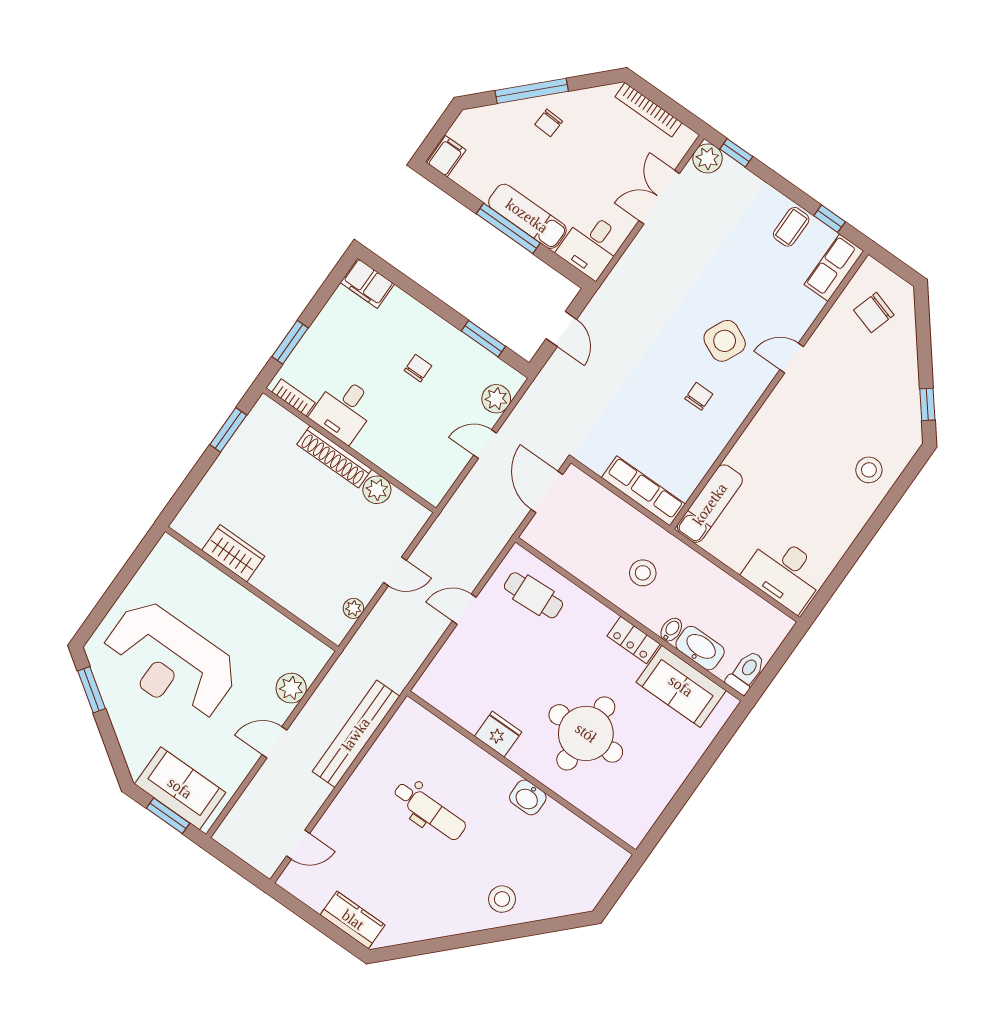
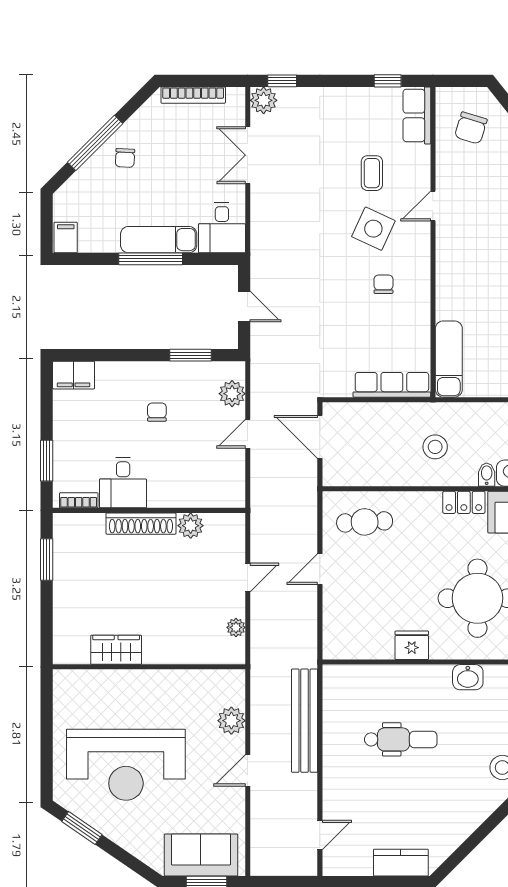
coffee table: (791, 227) -> (372, 173), moved

